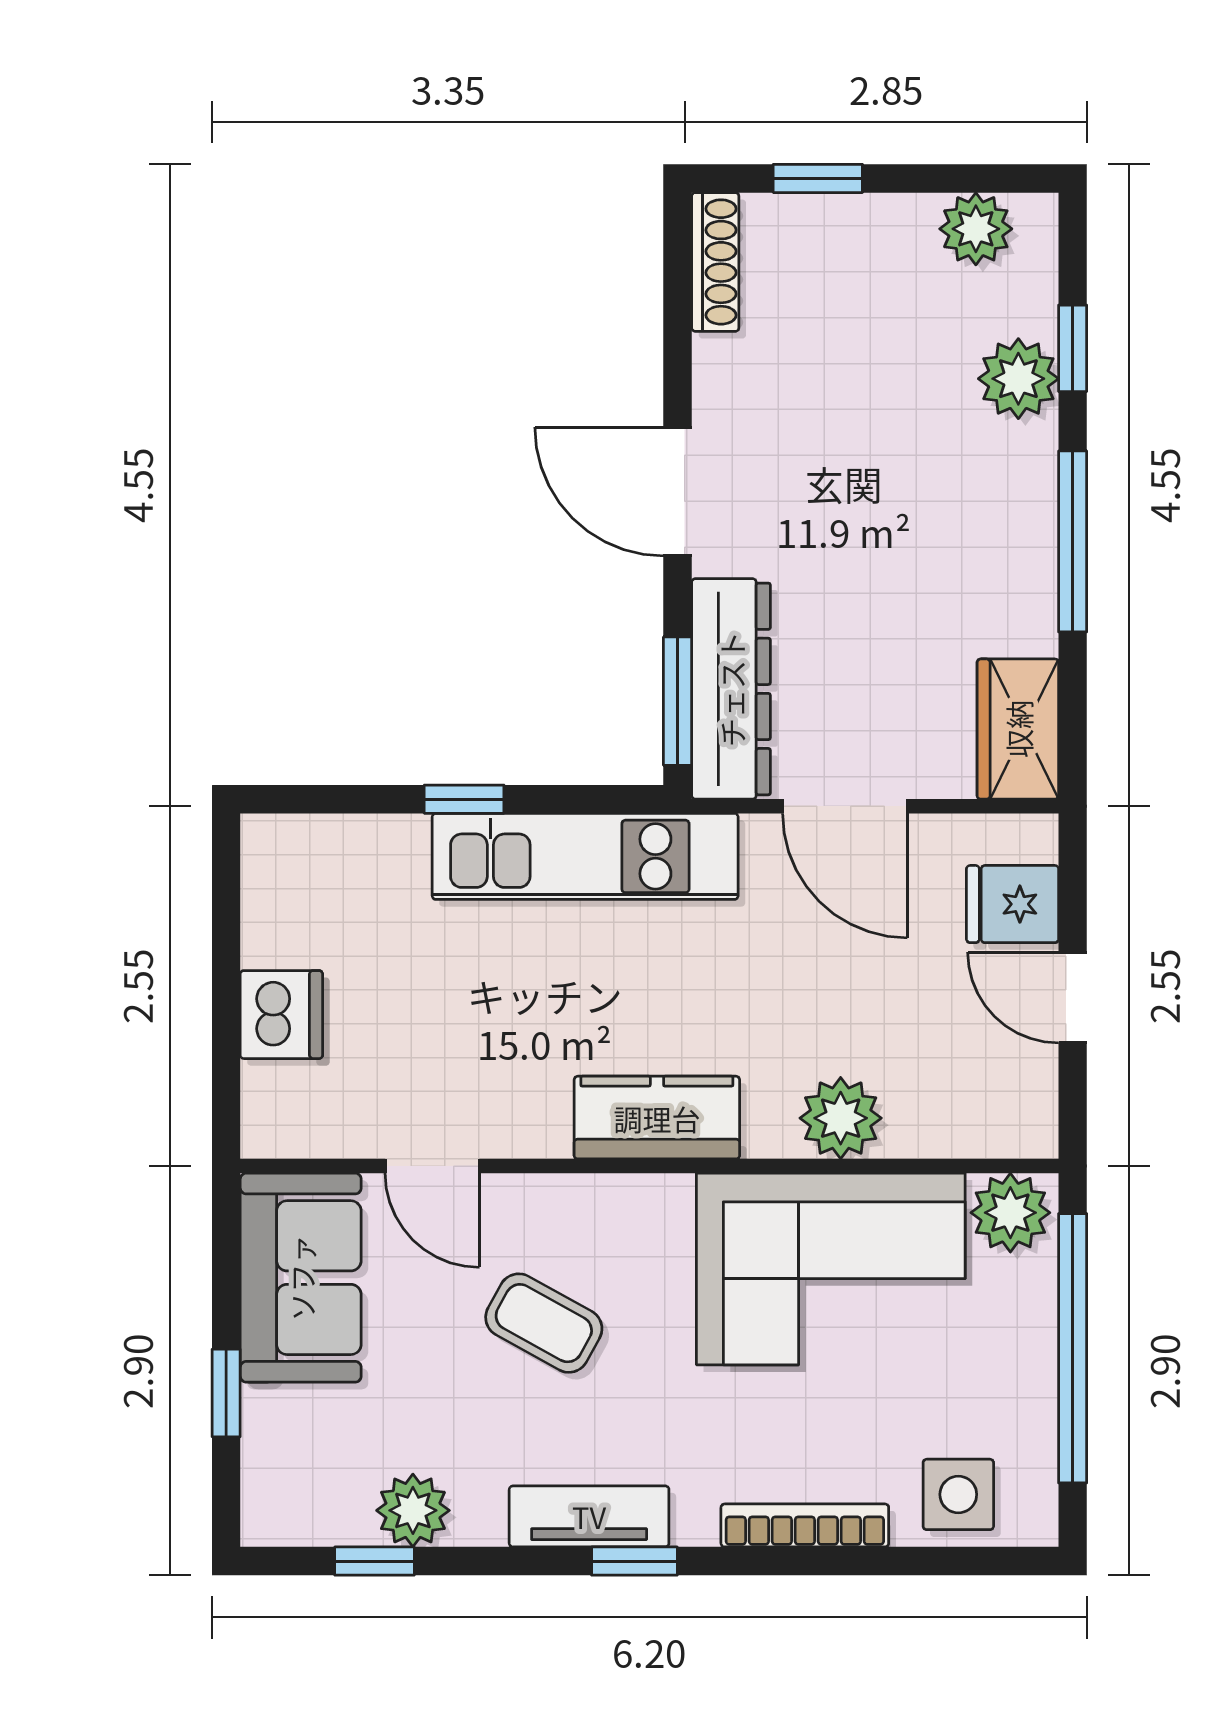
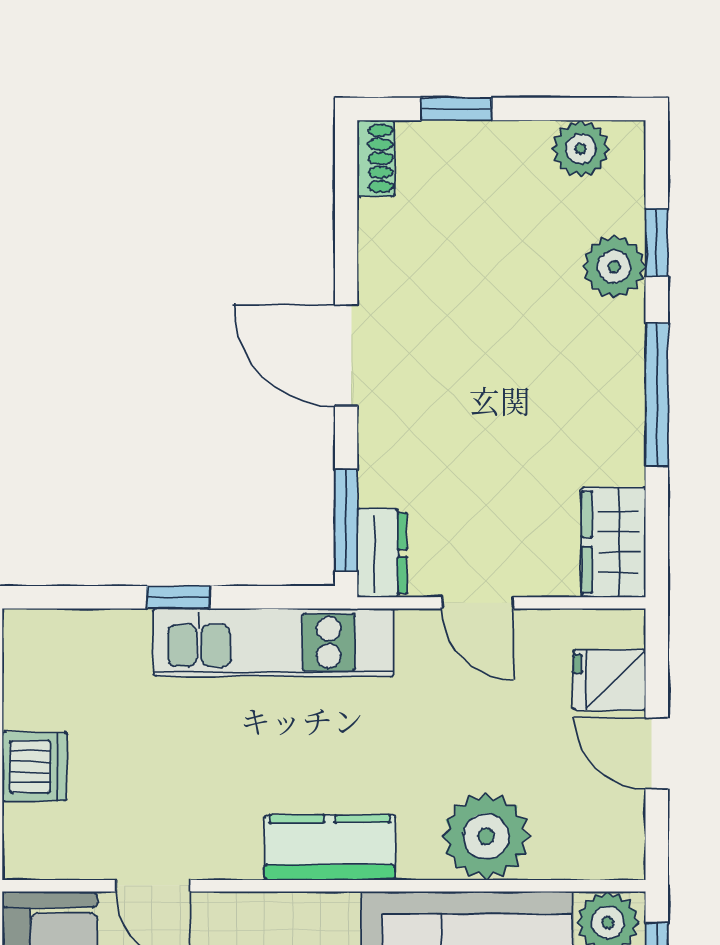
shoe rack: (715, 262) -> (376, 158), width x0.70
dresser: (731, 689) -> (382, 553), width x0.51, depth x0.80
door: (845, 806) -> (478, 603), width x0.73
plant: (841, 1118) -> (486, 836), width x1.36, depth x1.36

